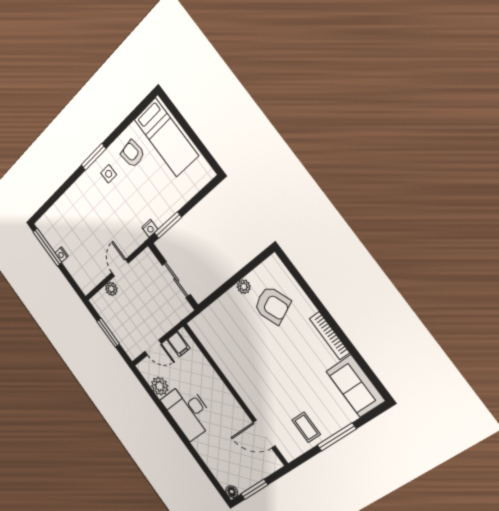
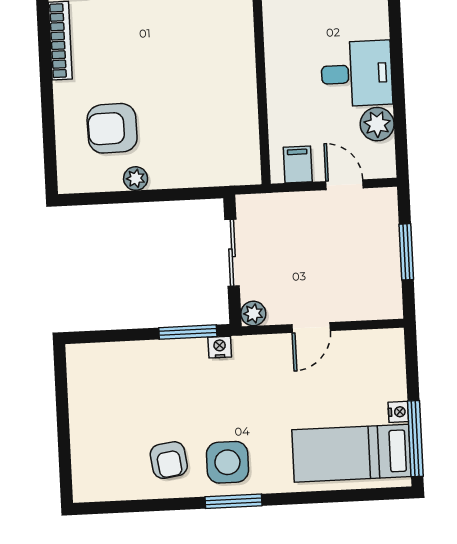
bed: (166, 137) -> (352, 453), moved, turned -90
side table: (109, 174) -> (227, 462), width x1.87, depth x1.87
plant: (111, 289) -> (253, 314), moved
armchair: (272, 305) -> (112, 128), turned -68
desk: (188, 411) -> (357, 74), width x0.73

